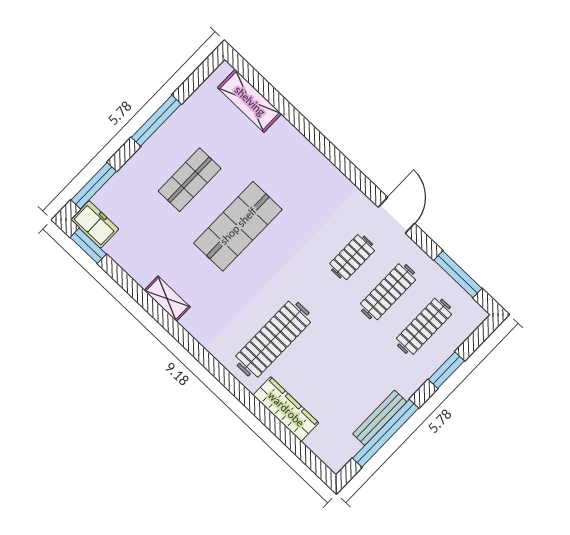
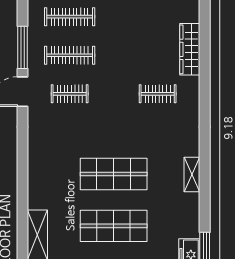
shop shelf: (190, 180) -> (114, 226), width x1.43, depth x1.36
window: (458, 274) -> (22, 47), moved
clothes rail: (273, 339) -> (158, 94), width x0.54, depth x0.76

